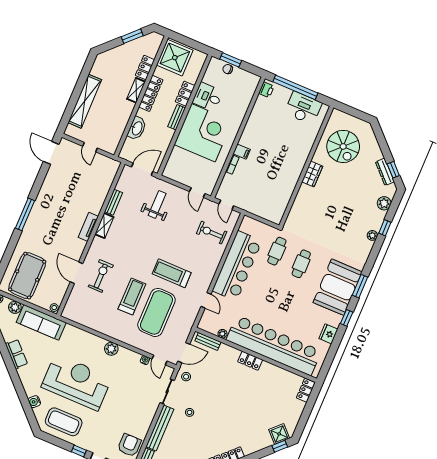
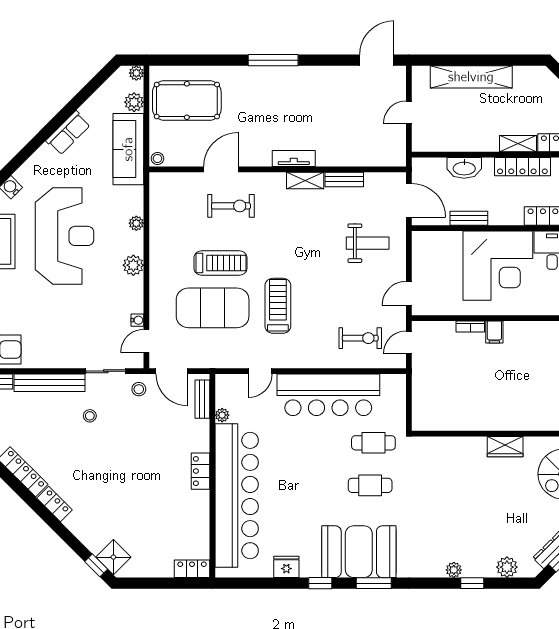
bench: (177, 117) -> (469, 218), moved
exercise bike: (212, 233) -> (360, 338), turned 90
plant: (87, 336) -> (136, 223), added

